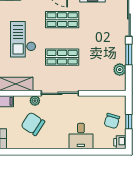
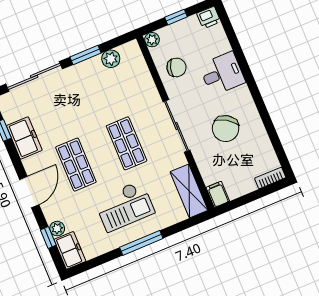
plant: (35, 101) -> (152, 40), moved
chair: (112, 121) -> (176, 67), moved
chair: (33, 124) -> (226, 129), moved

